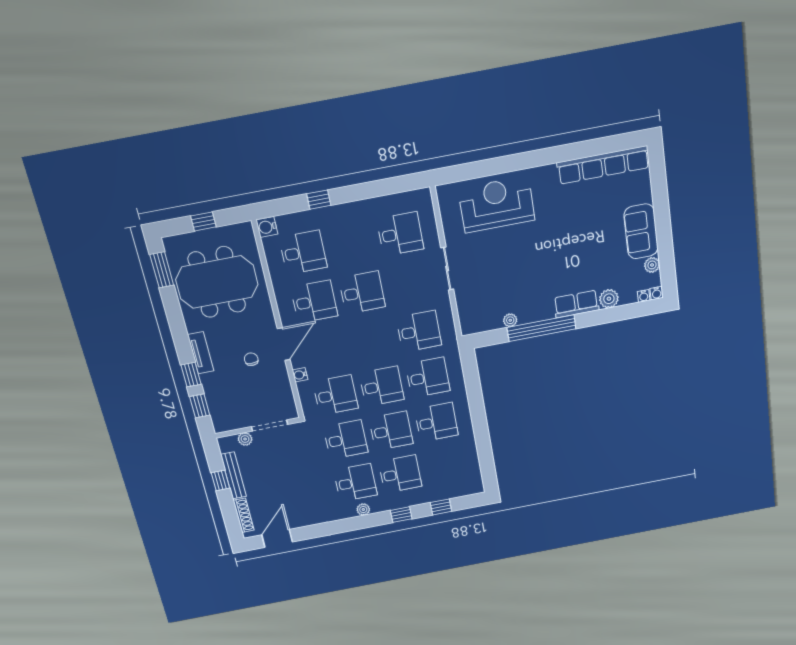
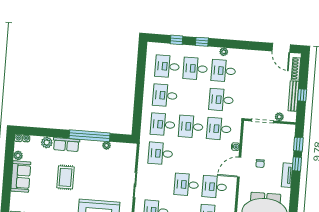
rug: (566, 250) -> (66, 177), added
desk: (391, 431) -> (167, 66), moved
door: (277, 538) -> (281, 48), hinge flipped

